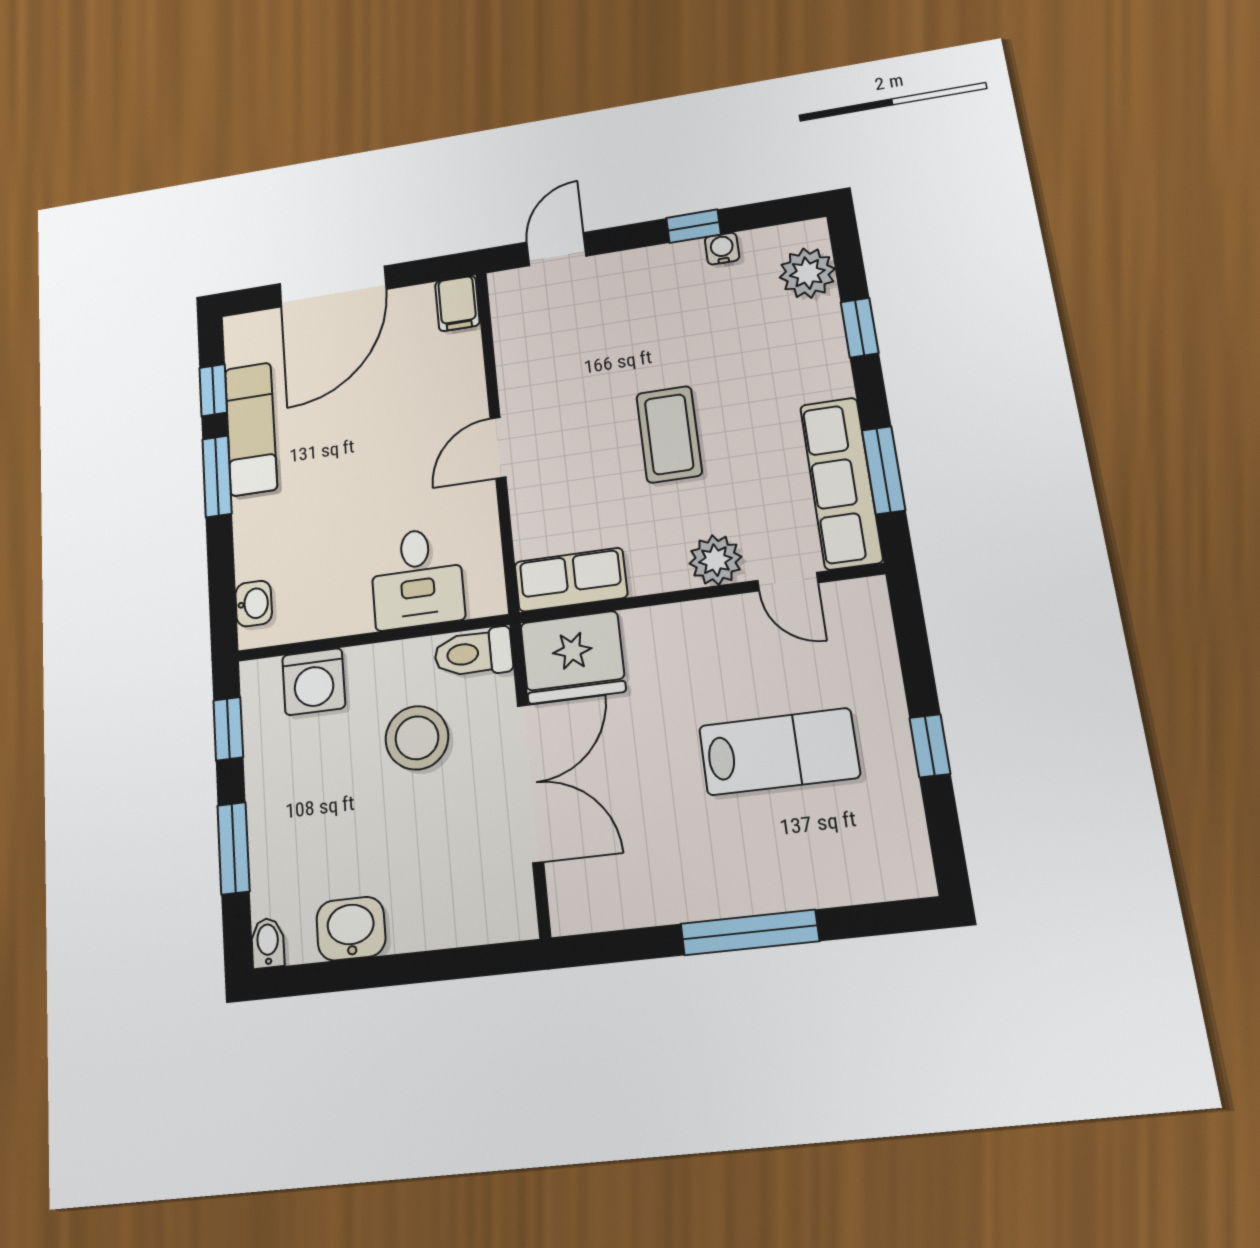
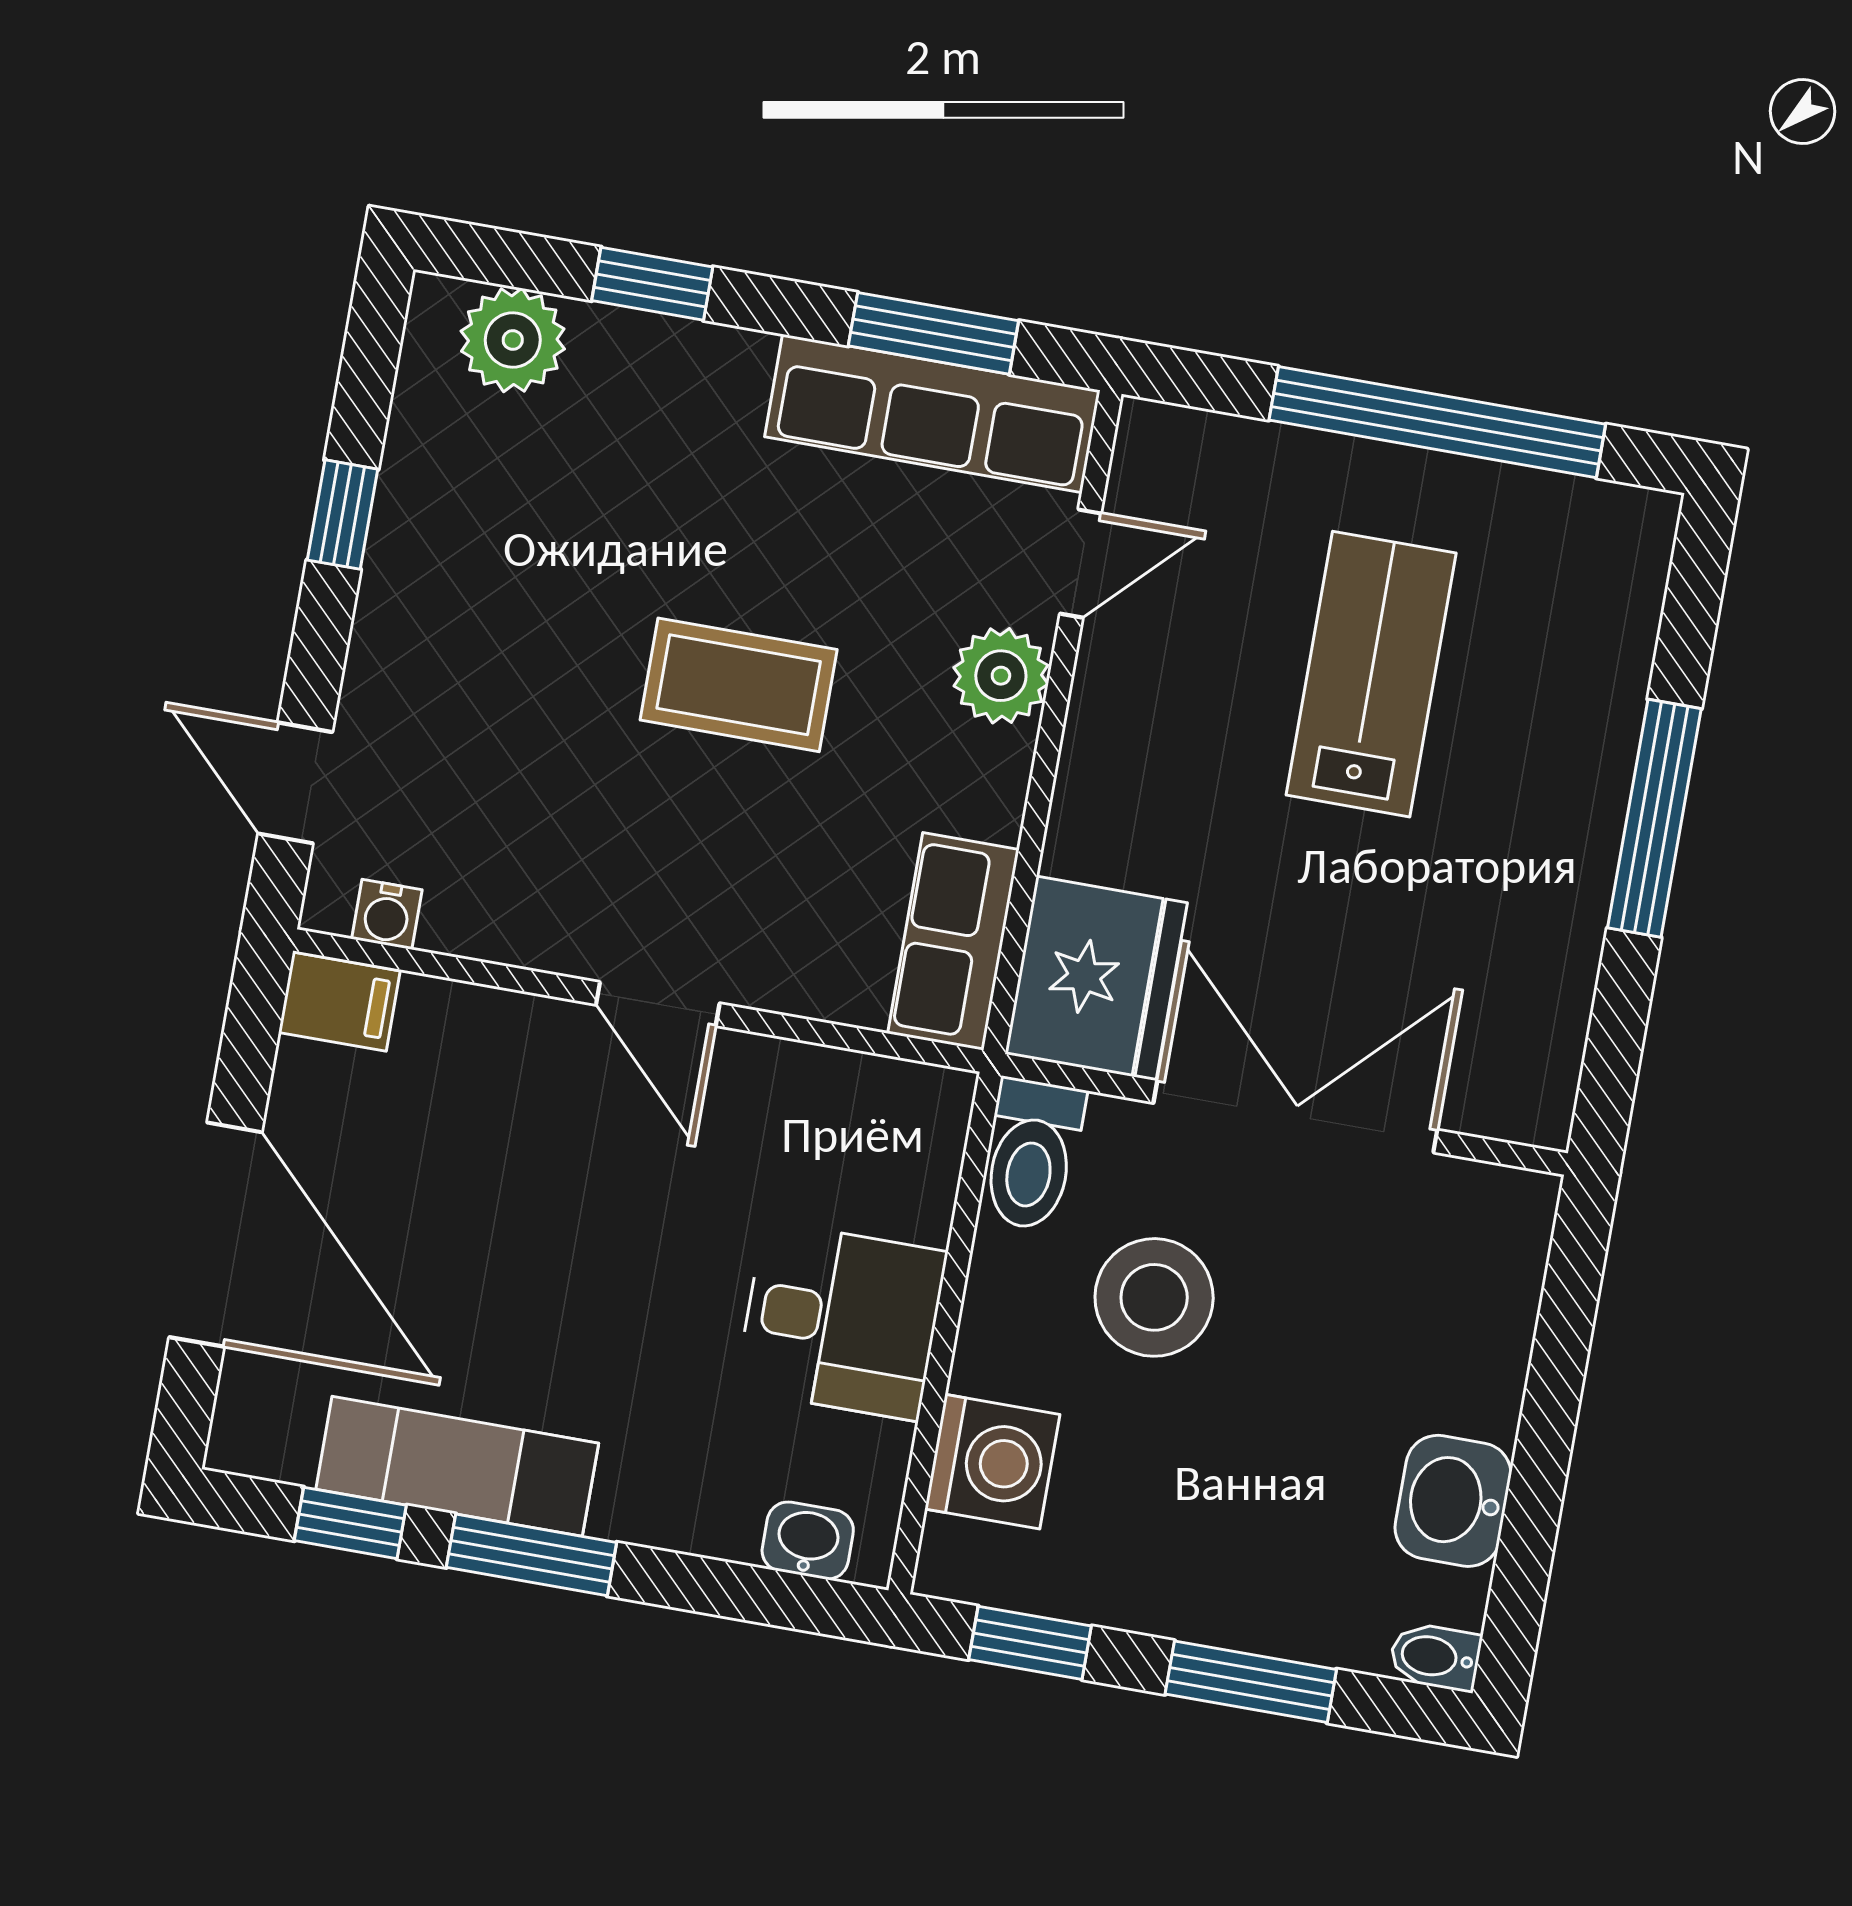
water cooler: (722, 249) -> (387, 914), moved, turned -90
desk: (417, 578) -> (841, 1321), moved
window: (930, 746) -> (1437, 422), width x3.17

